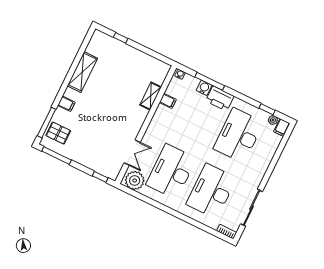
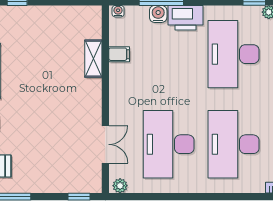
plant: (135, 180) -> (120, 186), width x0.53, depth x0.53

